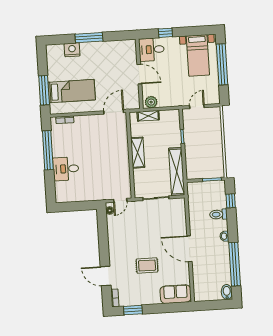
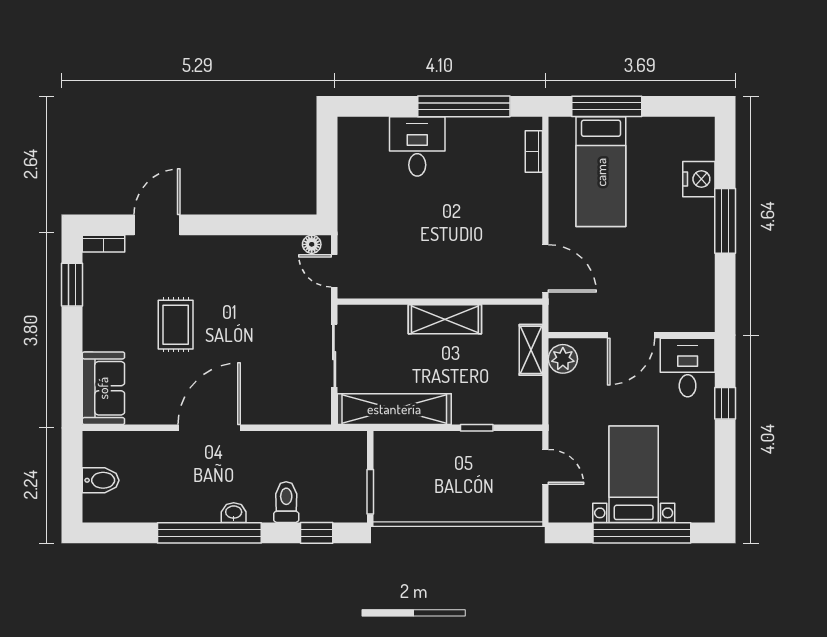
bed with nightstands: (198, 55) -> (634, 474), moved, turned 90
window: (235, 264) -> (209, 533), moved
bidet: (227, 292) -> (101, 480), moved

